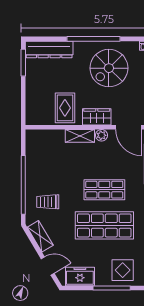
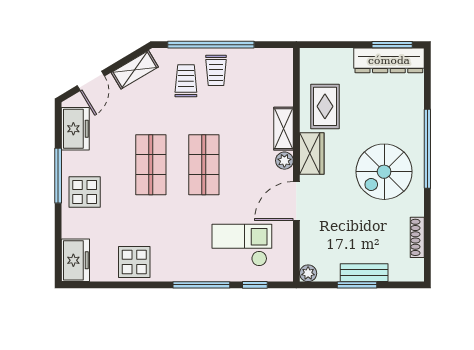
dresser: (49, 49) -> (389, 60), moved, turned -90
spiral stairs: (109, 68) -> (384, 172), turned -90
rug: (65, 108) -> (325, 106), turned 90
trolley: (41, 181) -> (216, 70), added
shop shelf: (104, 225) -> (151, 165), width x0.70, depth x0.74

